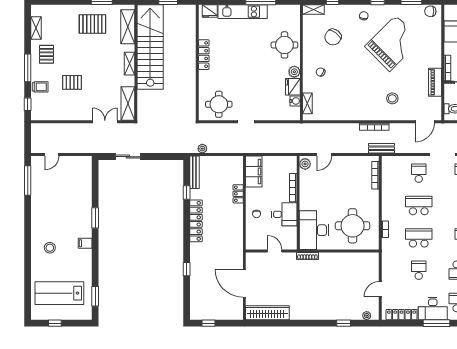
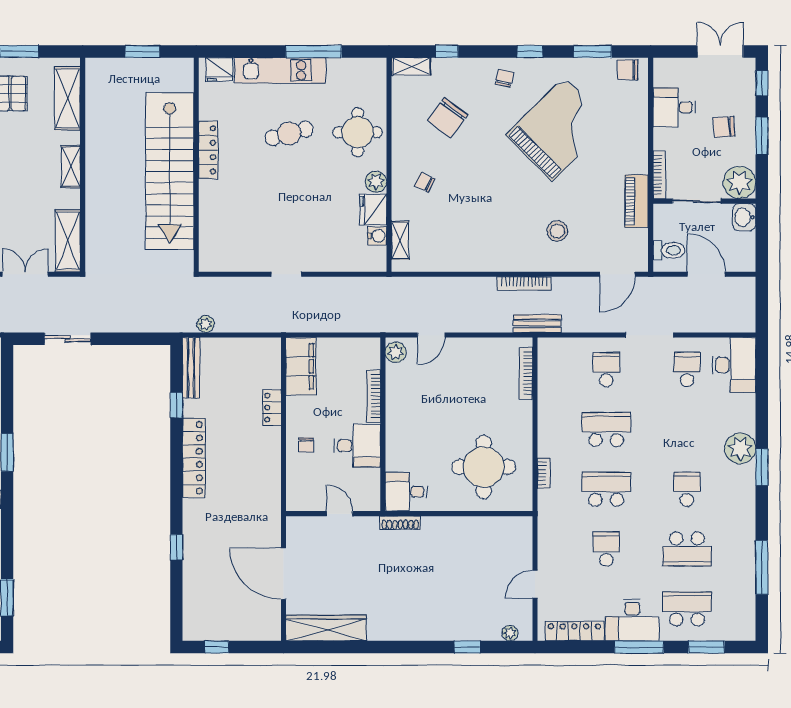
cafe table: (247, 46) -> (289, 134), added
stairs: (150, 47) -> (170, 171), moved, turned 180
round table: (219, 104) -> (236, 242), removed
desk: (314, 230) -> (406, 492), width x0.53, depth x0.77

